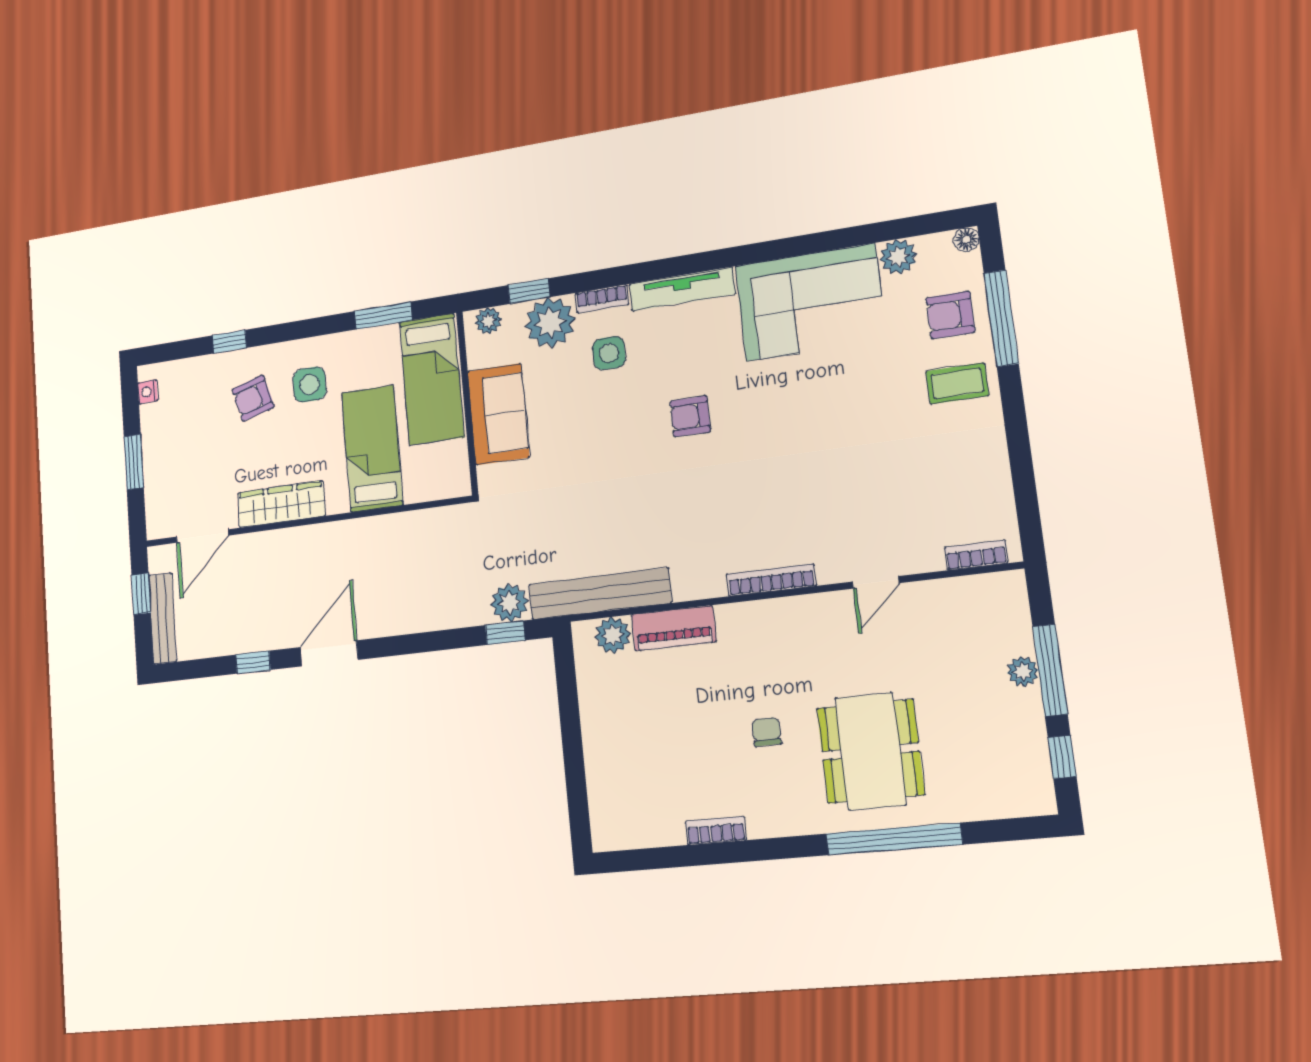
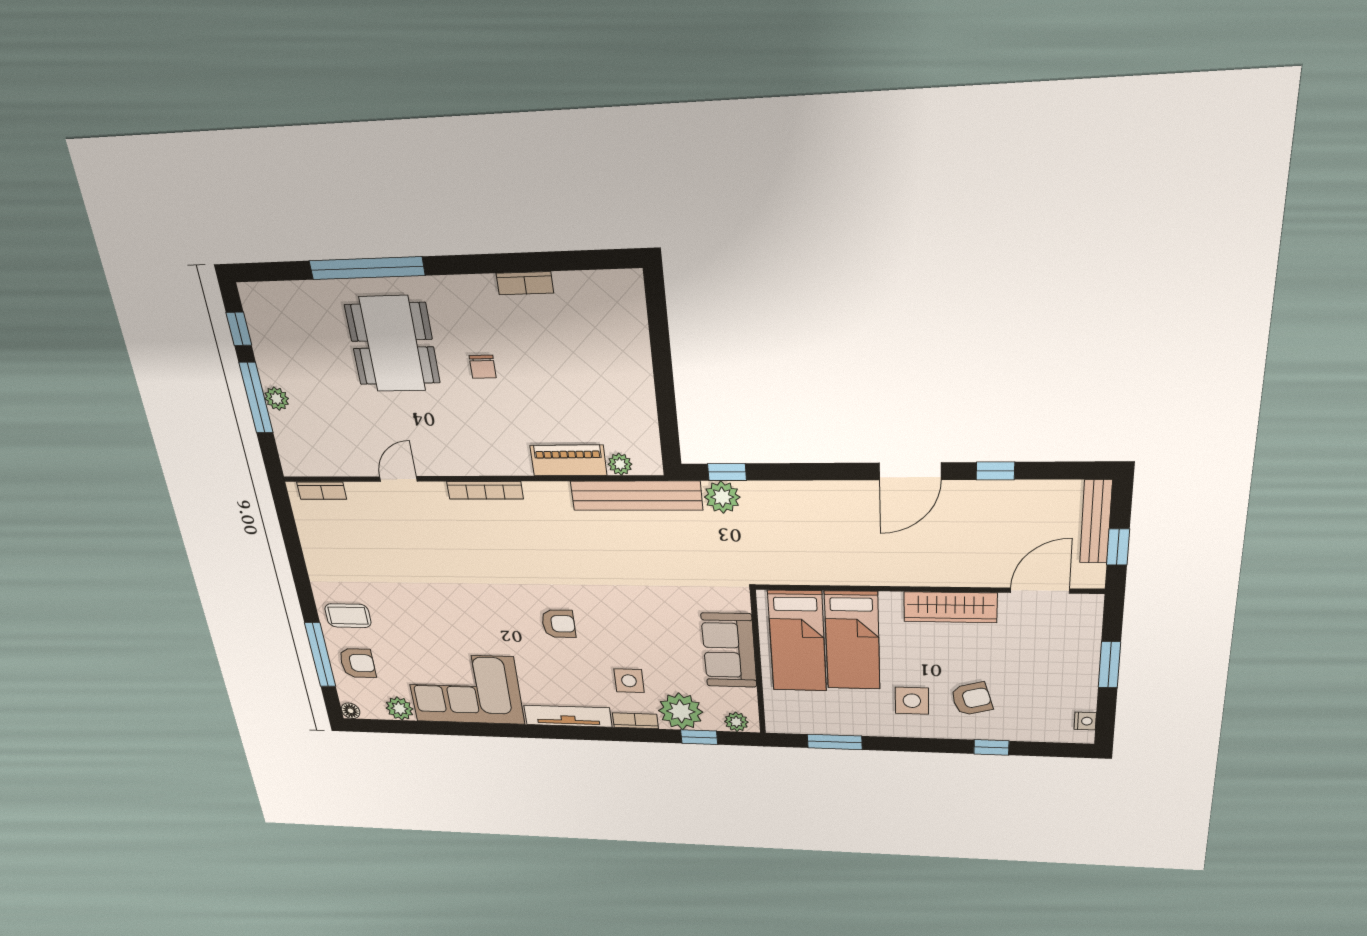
bed: (432, 379) -> (797, 641), moved, turned 180
plant: (613, 635) -> (620, 464), width x0.73, depth x0.73

